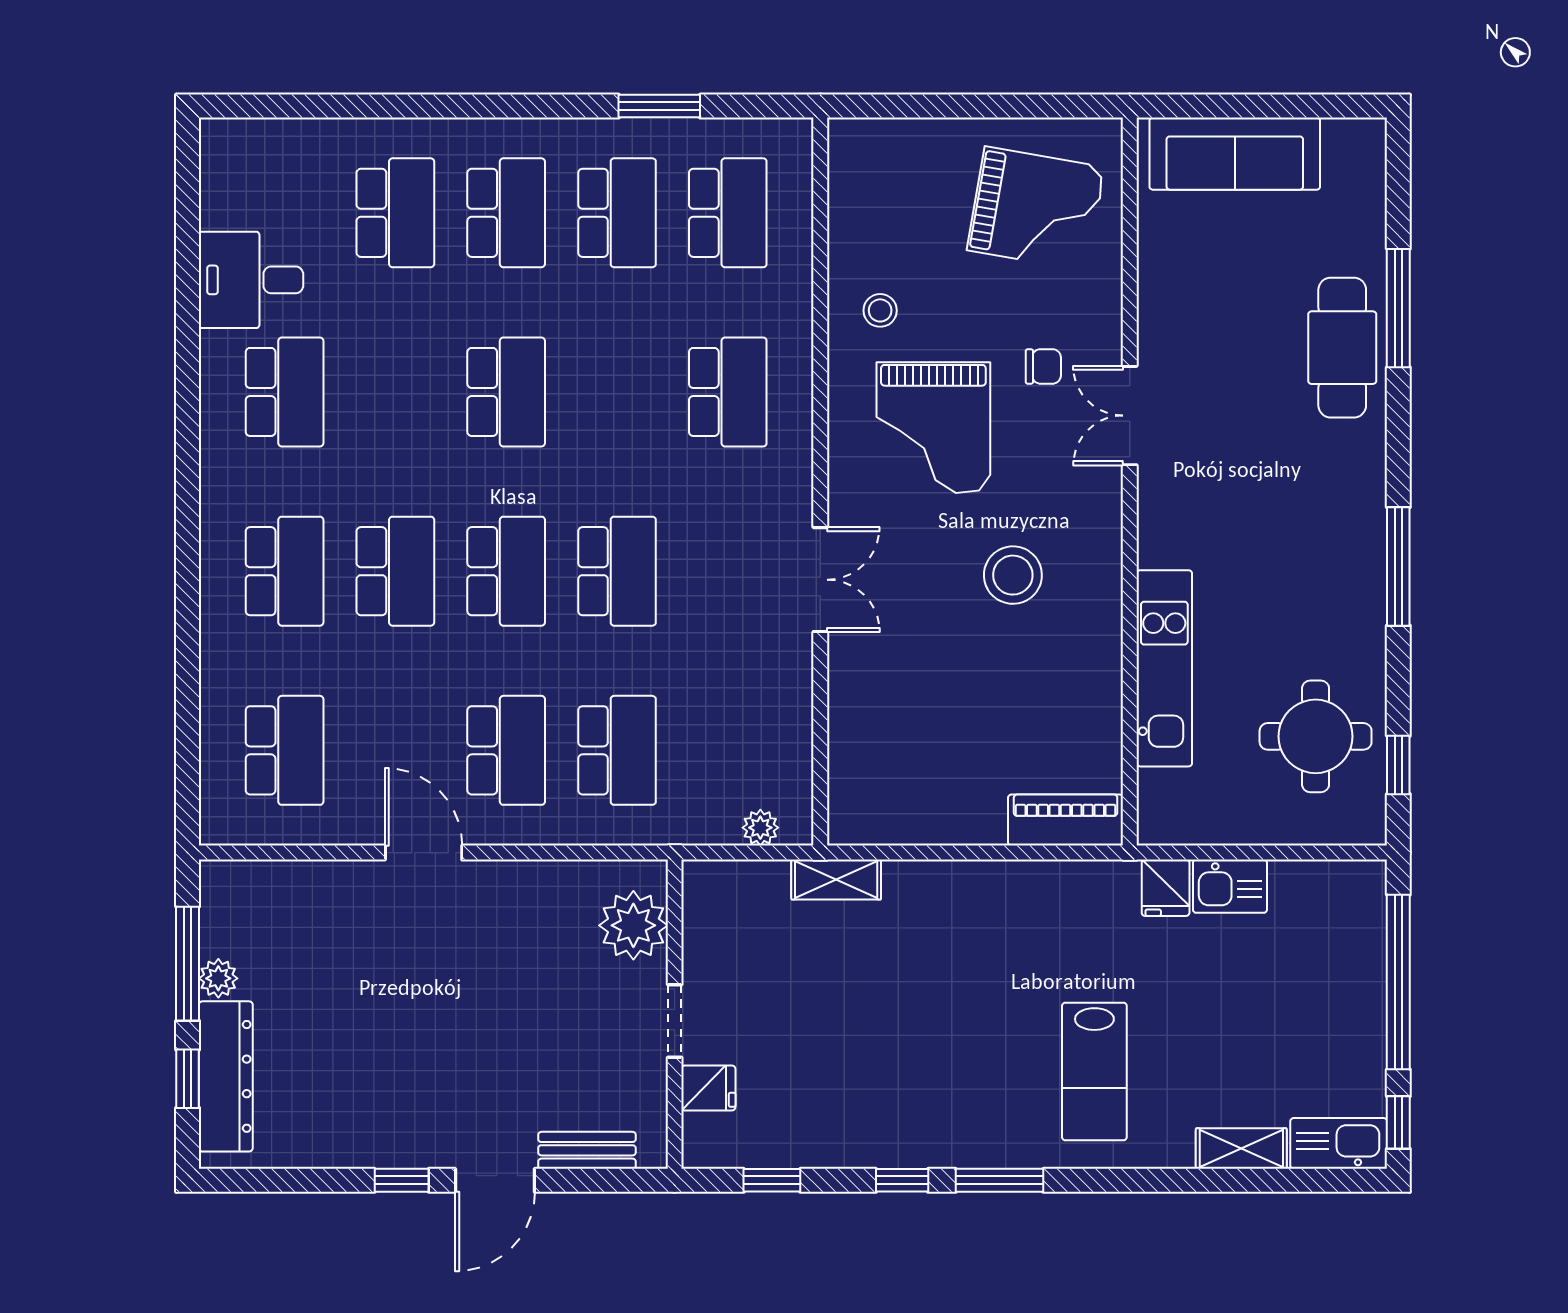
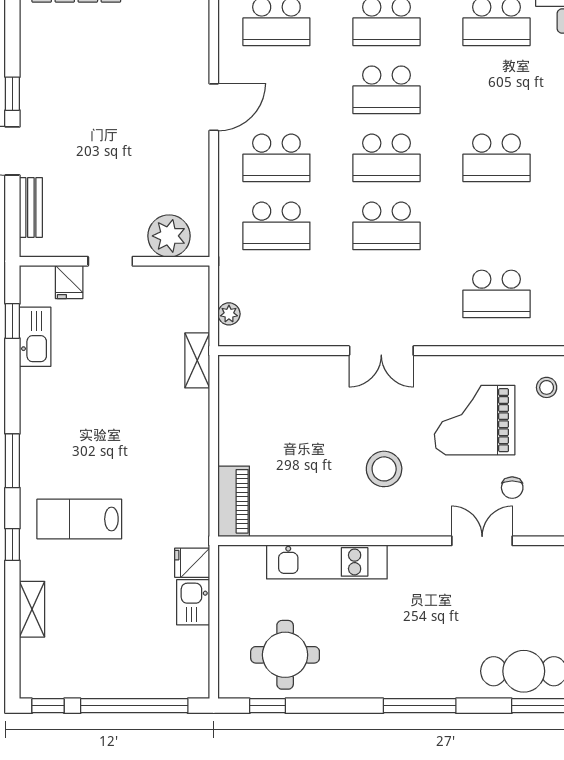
window: (1398, 566) -> (420, 706), moved
kitchen sink: (1339, 1143) -> (35, 337), moved
window: (902, 1180) -> (12, 544), moved

